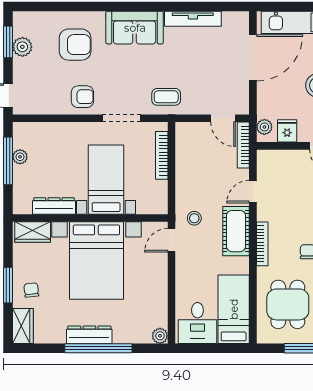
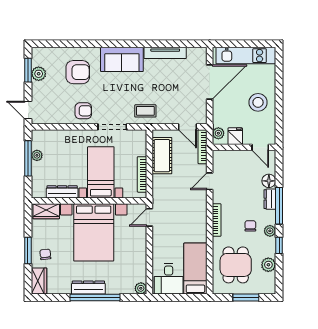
bookcase: (162, 155) -> (142, 174), moved
stool: (194, 218) -> (166, 201), removed
cot: (236, 231) -> (162, 156), moved

